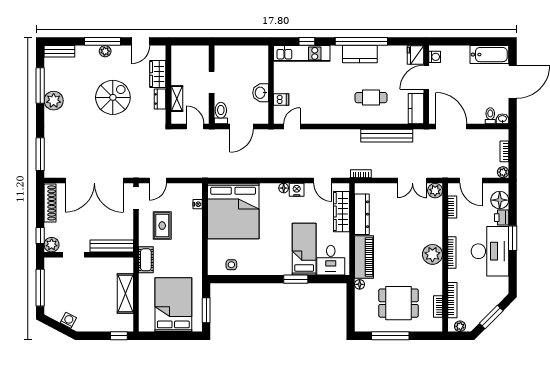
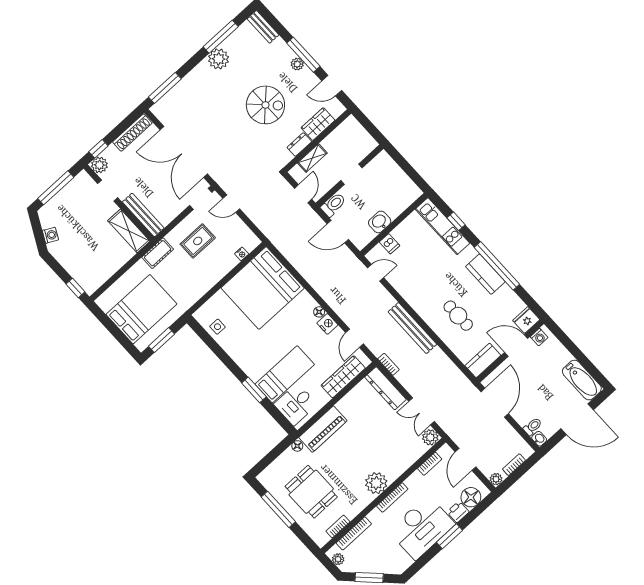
bench: (387, 136) -> (412, 328), moved
dresser: (362, 214) -> (385, 388), moved, turned 90
shelving: (125, 294) -> (129, 231), moved, turned 90

